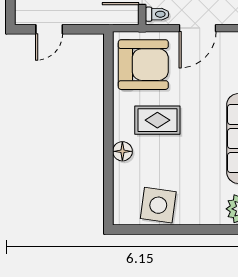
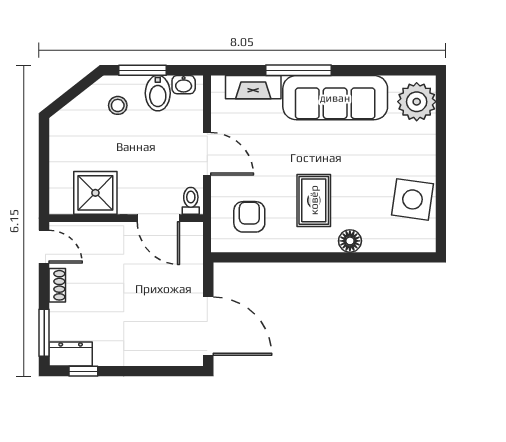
door: (49, 29) -> (208, 326), width x1.88
armchair: (143, 65) -> (249, 217), width x0.53, depth x0.53

